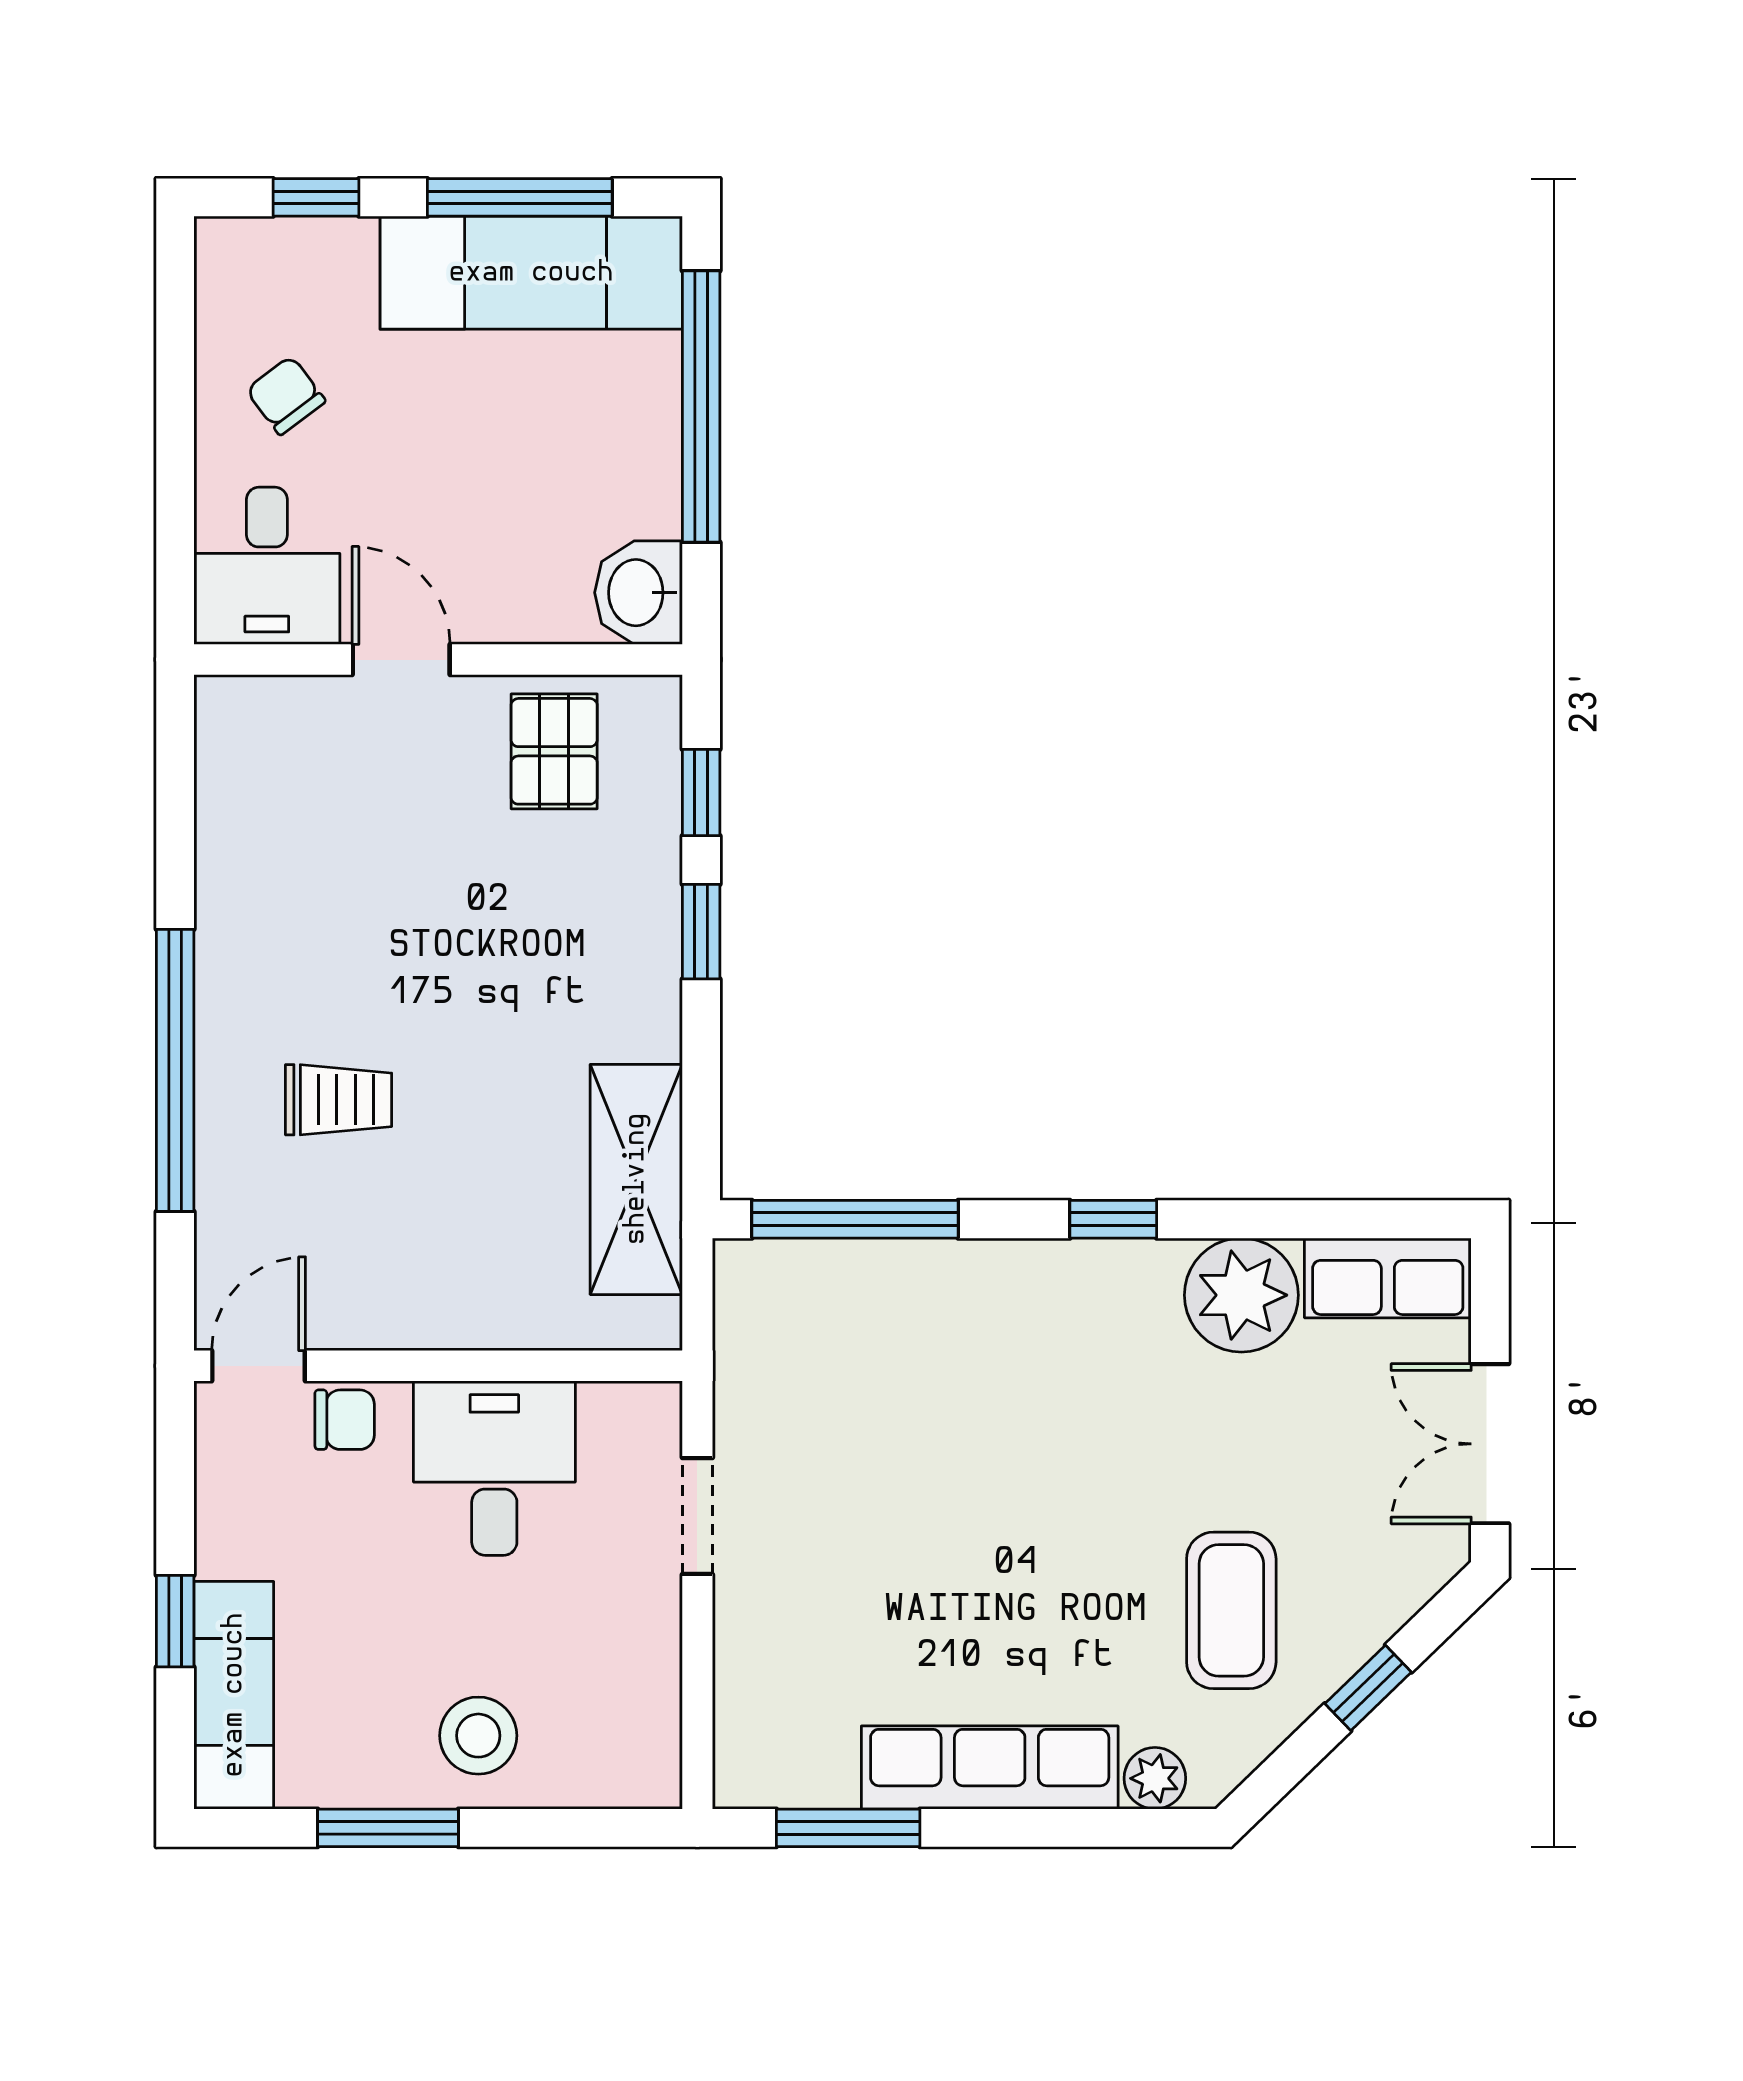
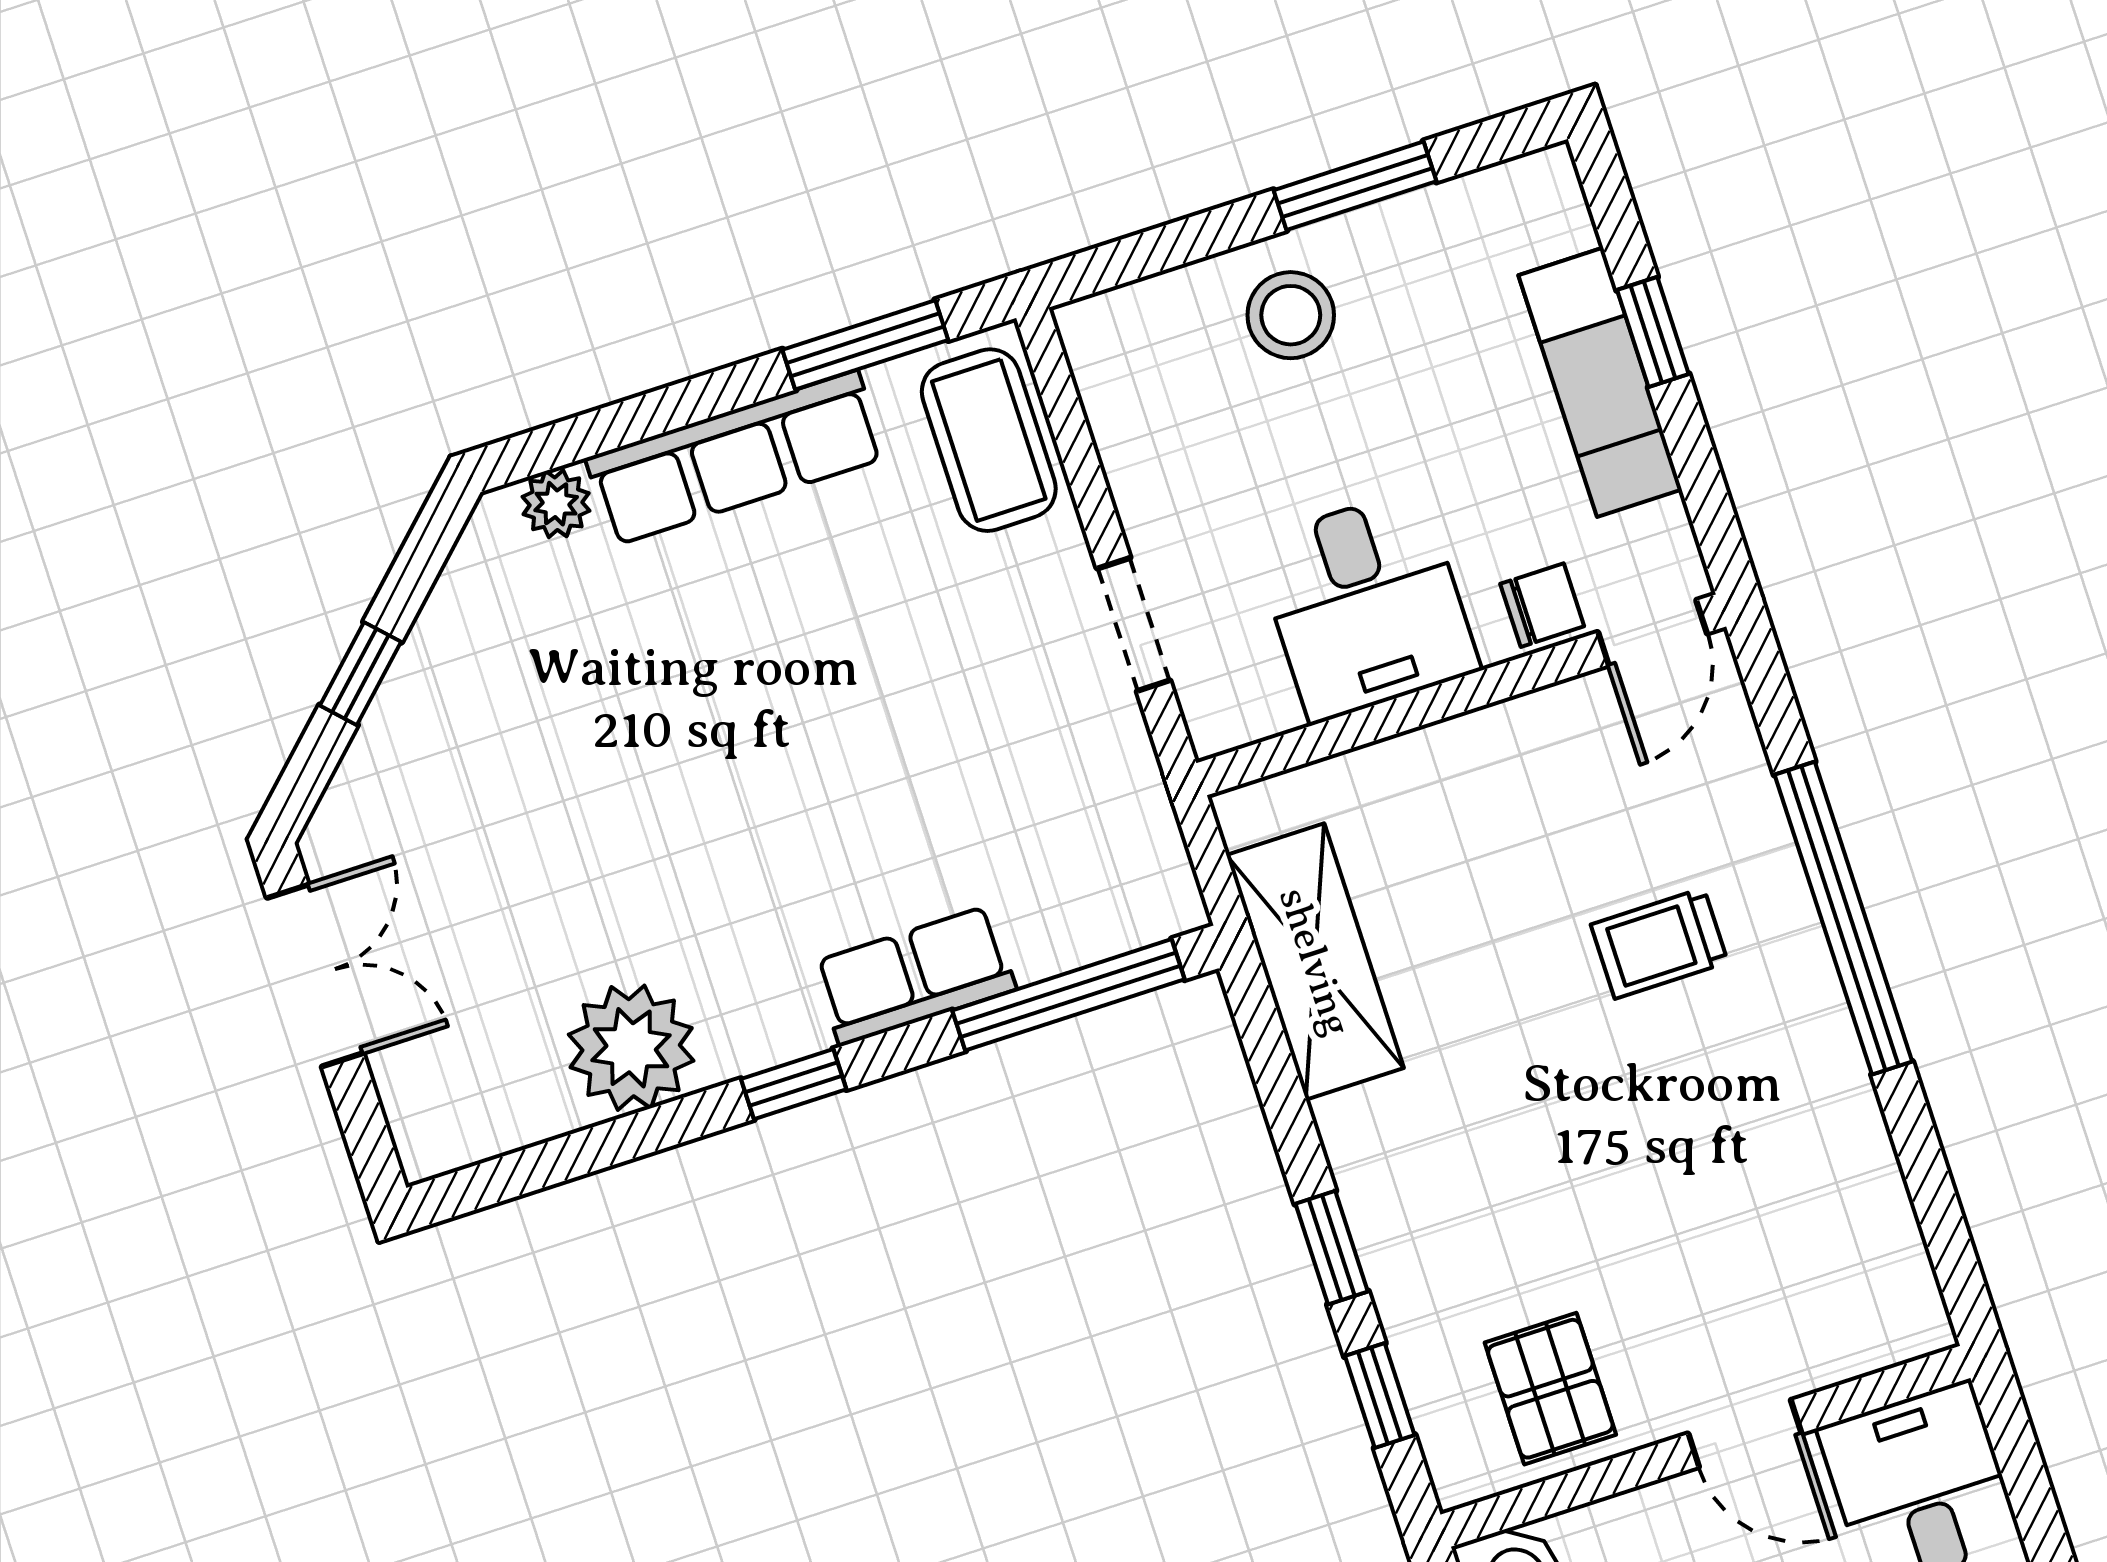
row of seats: (1388, 1278) -> (915, 976), moved
chair: (345, 1420) -> (1542, 605), turned 180
coffee table: (1231, 1610) -> (989, 440), moved
exam couch: (234, 1695) -> (1600, 382), moved

